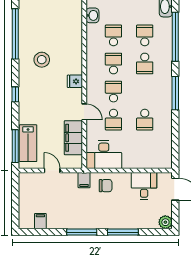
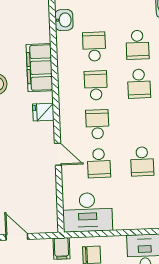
school desk: (145, 35) -> (137, 45), turned 180
filing cabinet: (73, 138) -> (39, 68), moved

